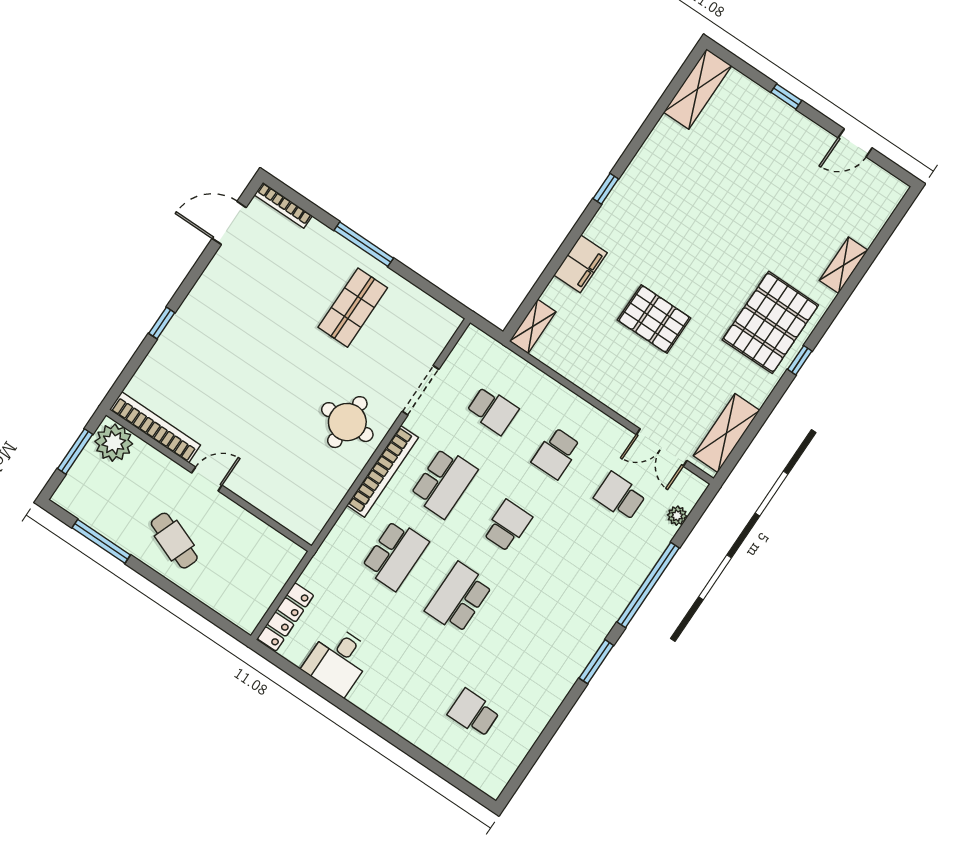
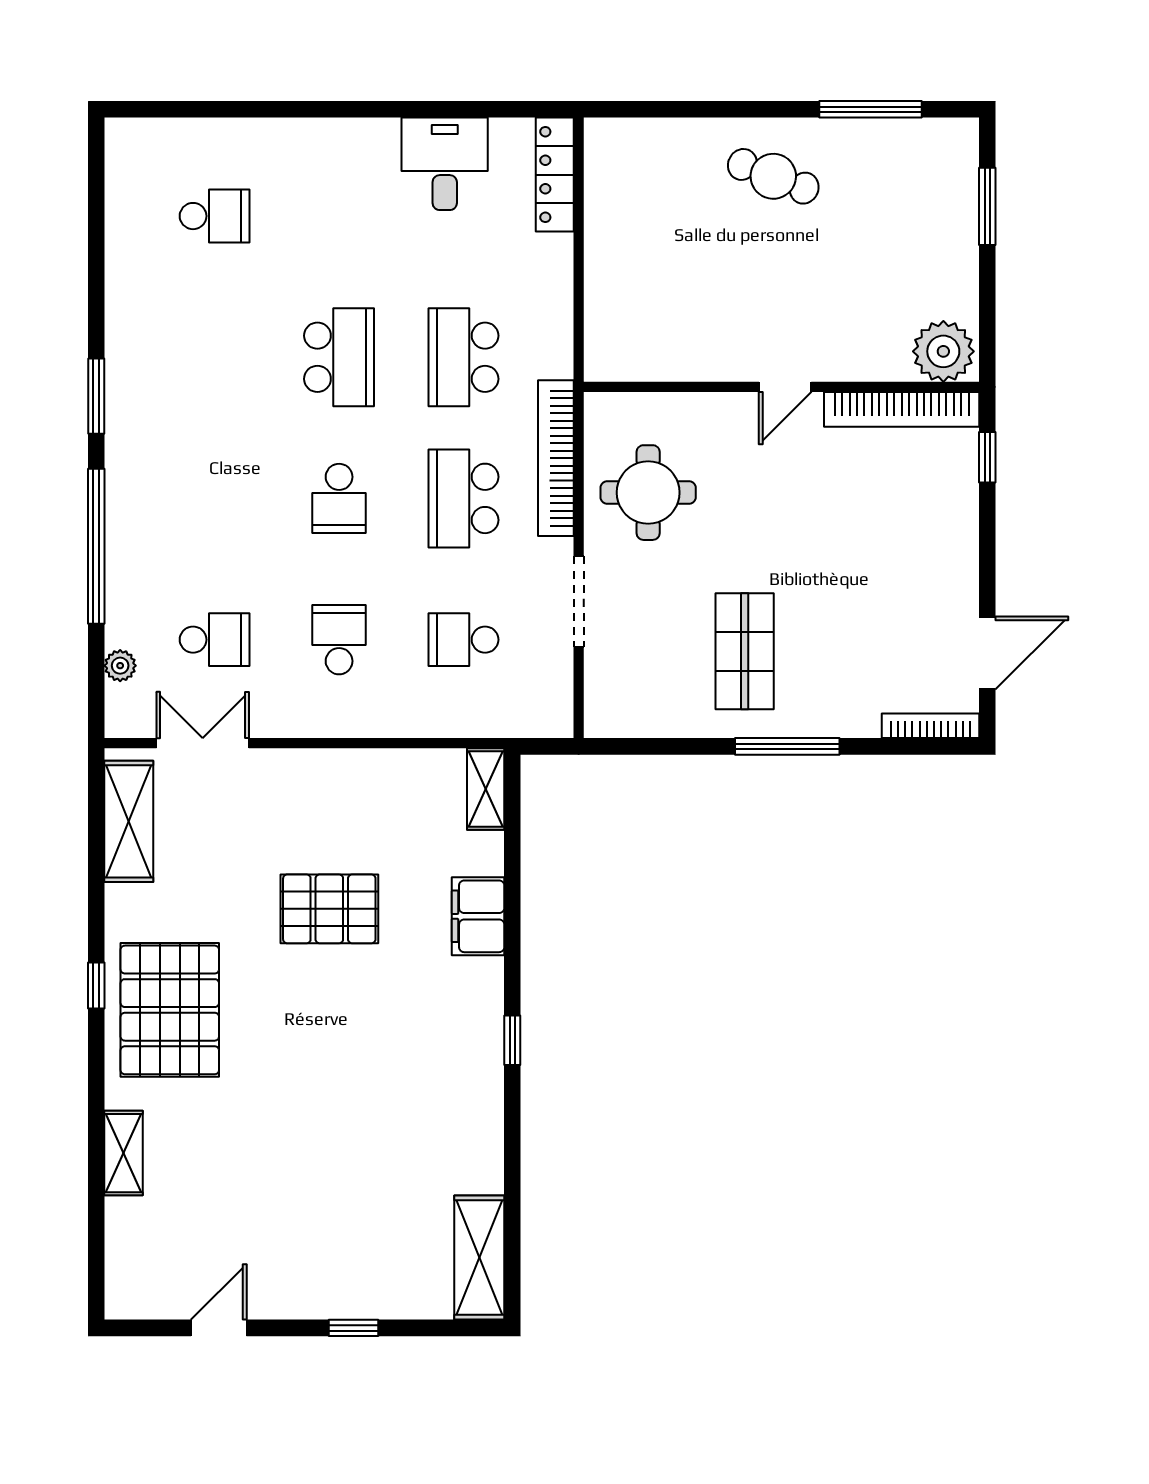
bookcase: (155, 427) -> (902, 409), moved
plant: (114, 443) -> (943, 351), moved
door: (207, 479) -> (785, 387), moved
wall: (209, 480) -> (781, 387), moved

